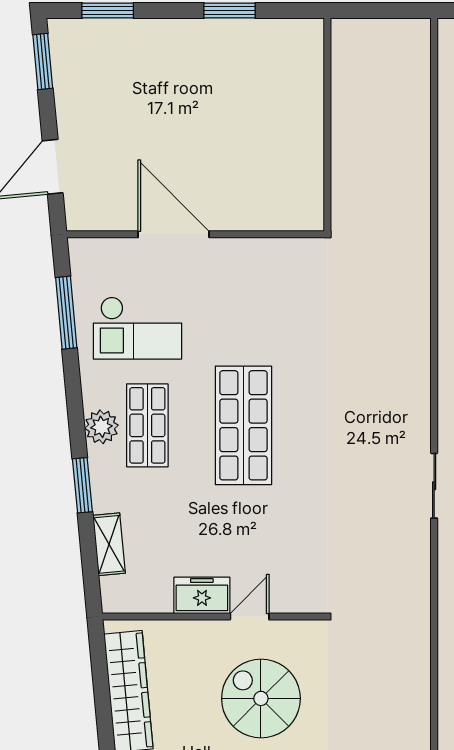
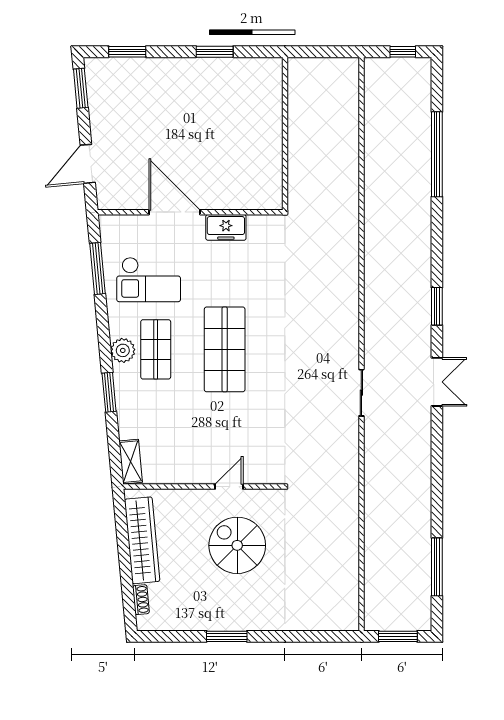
shelving: (109, 544) -> (131, 462), moved
freezer: (202, 595) -> (226, 227), moved, turned 180

